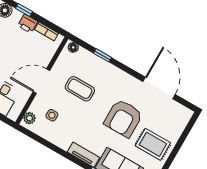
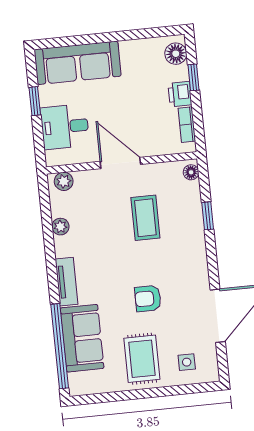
side table: (52, 115) -> (187, 362), moved
armchair: (123, 118) -> (148, 299), width x0.53, depth x0.53
plant: (52, 137) -> (60, 227), added

